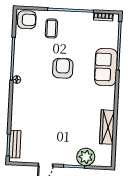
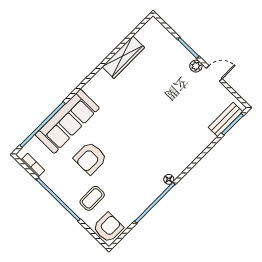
armchair: (27, 20) -> (108, 228), turned 90
sofa: (106, 67) -> (67, 121), width x1.36
armchair: (63, 68) -> (90, 158), moved
plant: (86, 157) -> (196, 66), moved, width x0.53, depth x0.53

